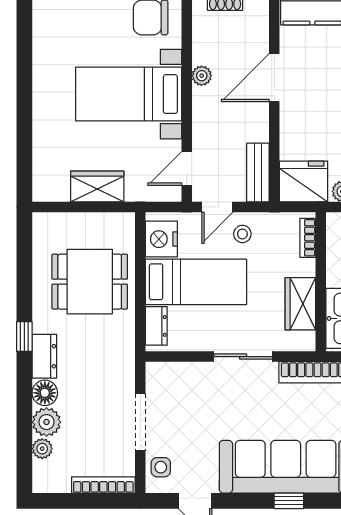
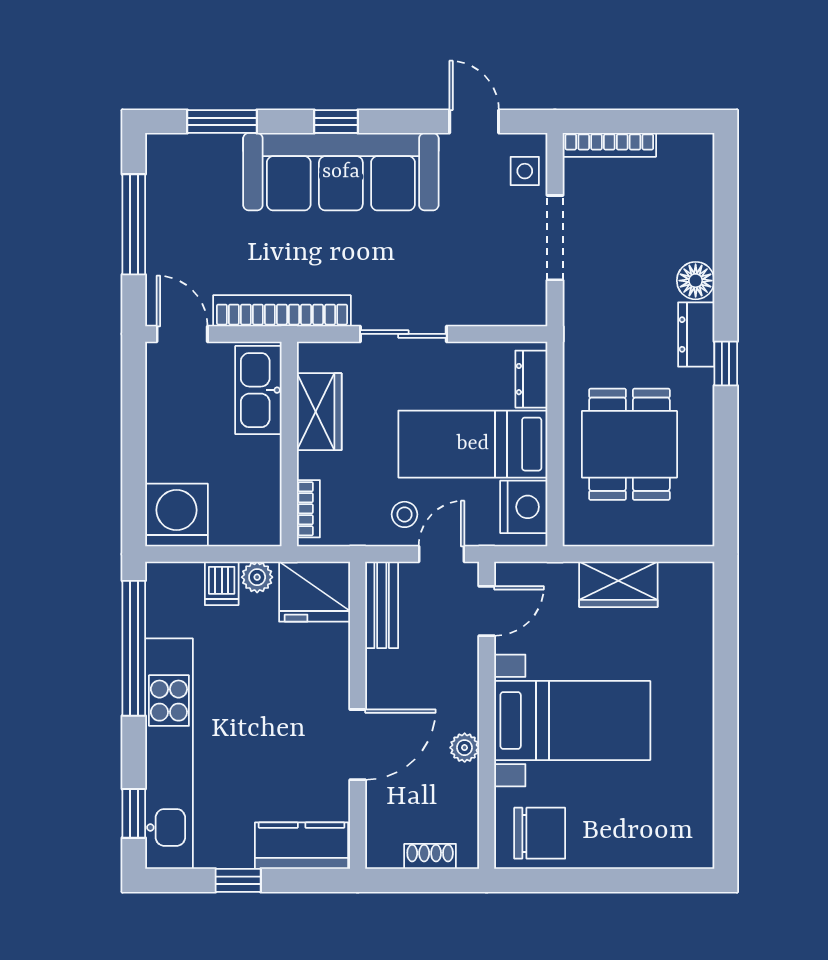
dining table: (90, 282) -> (629, 444), turned 90
plant: (46, 422) -> (693, 238), removed
plant: (42, 449) -> (699, 198), removed

